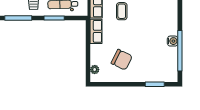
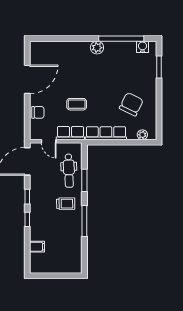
plant: (172, 29) -> (97, 48), added
row of seats: (96, 31) -> (106, 133), width x1.48
water cooler: (173, 41) -> (142, 47), moved

